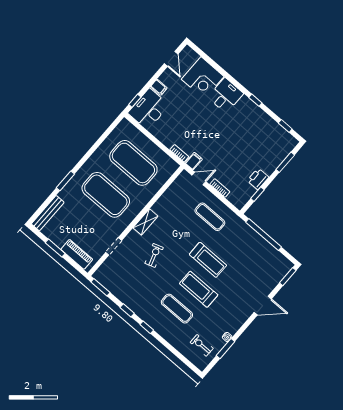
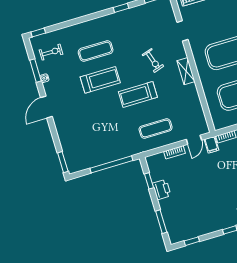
treadmill: (208, 260) -> (138, 94), moved
door: (263, 306) -> (46, 107), moved
window: (147, 327) -> (38, 33), moved

